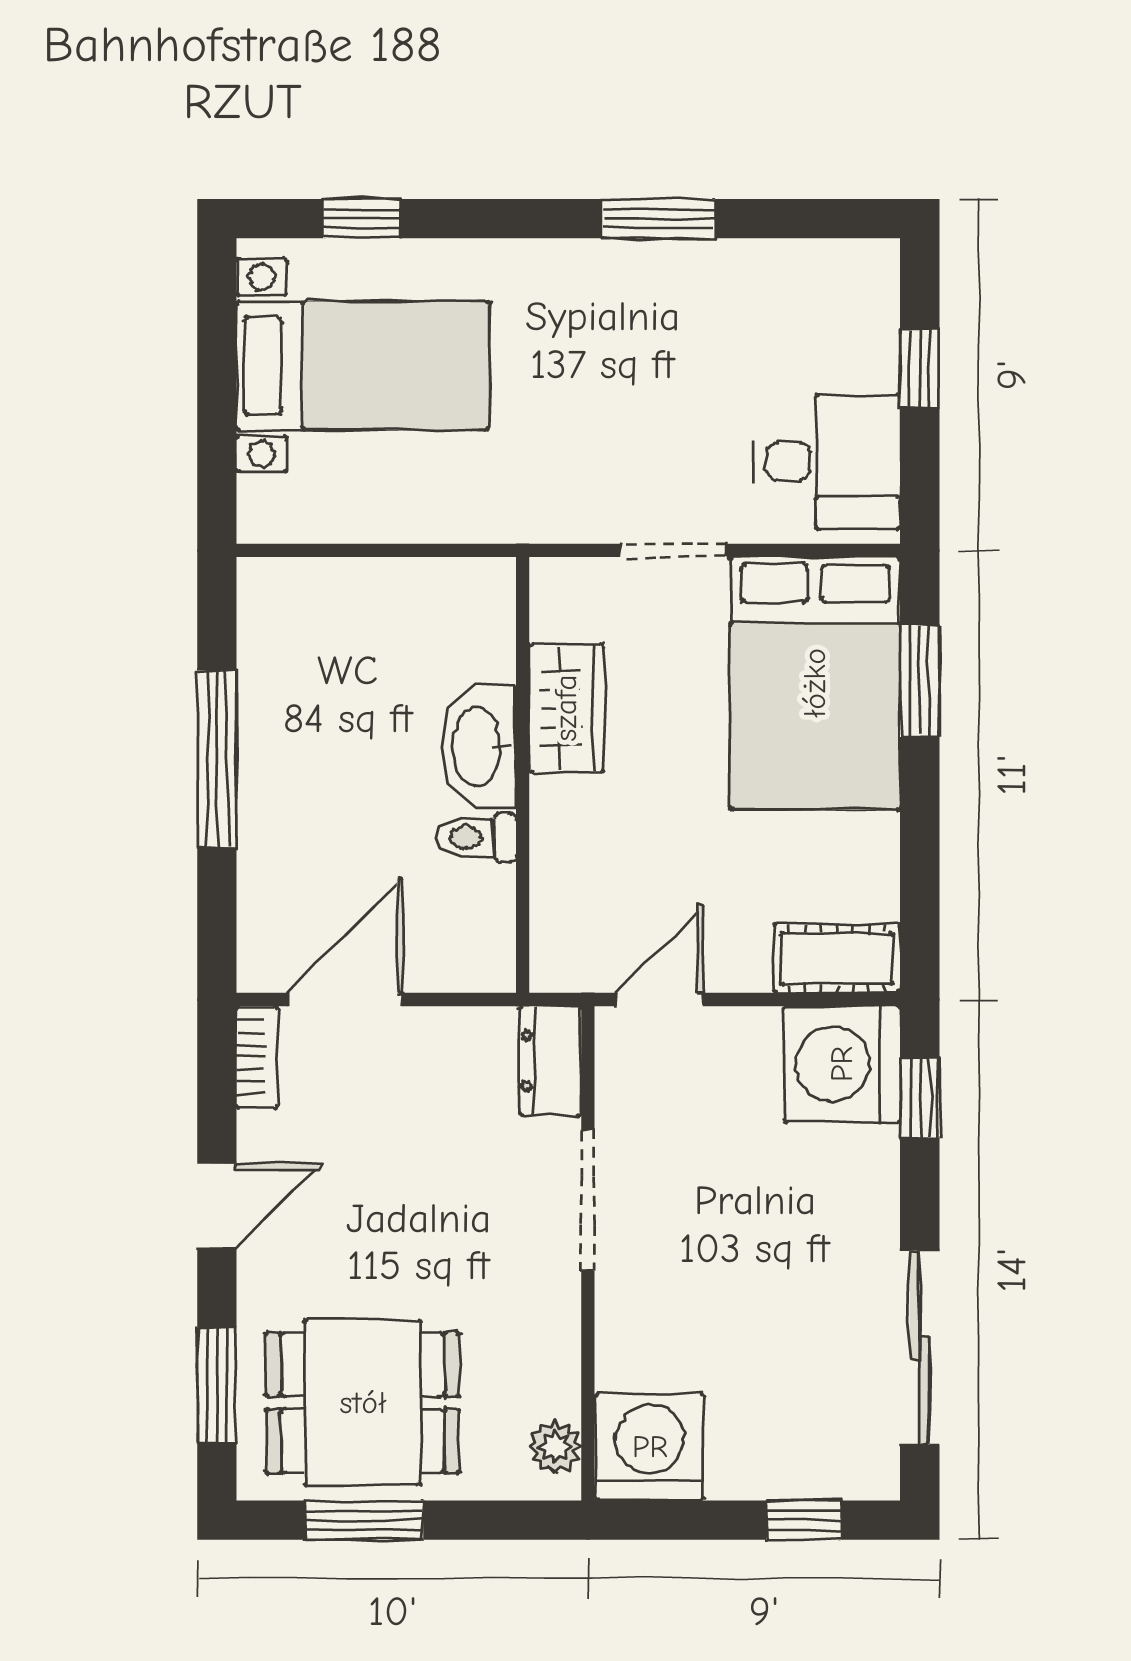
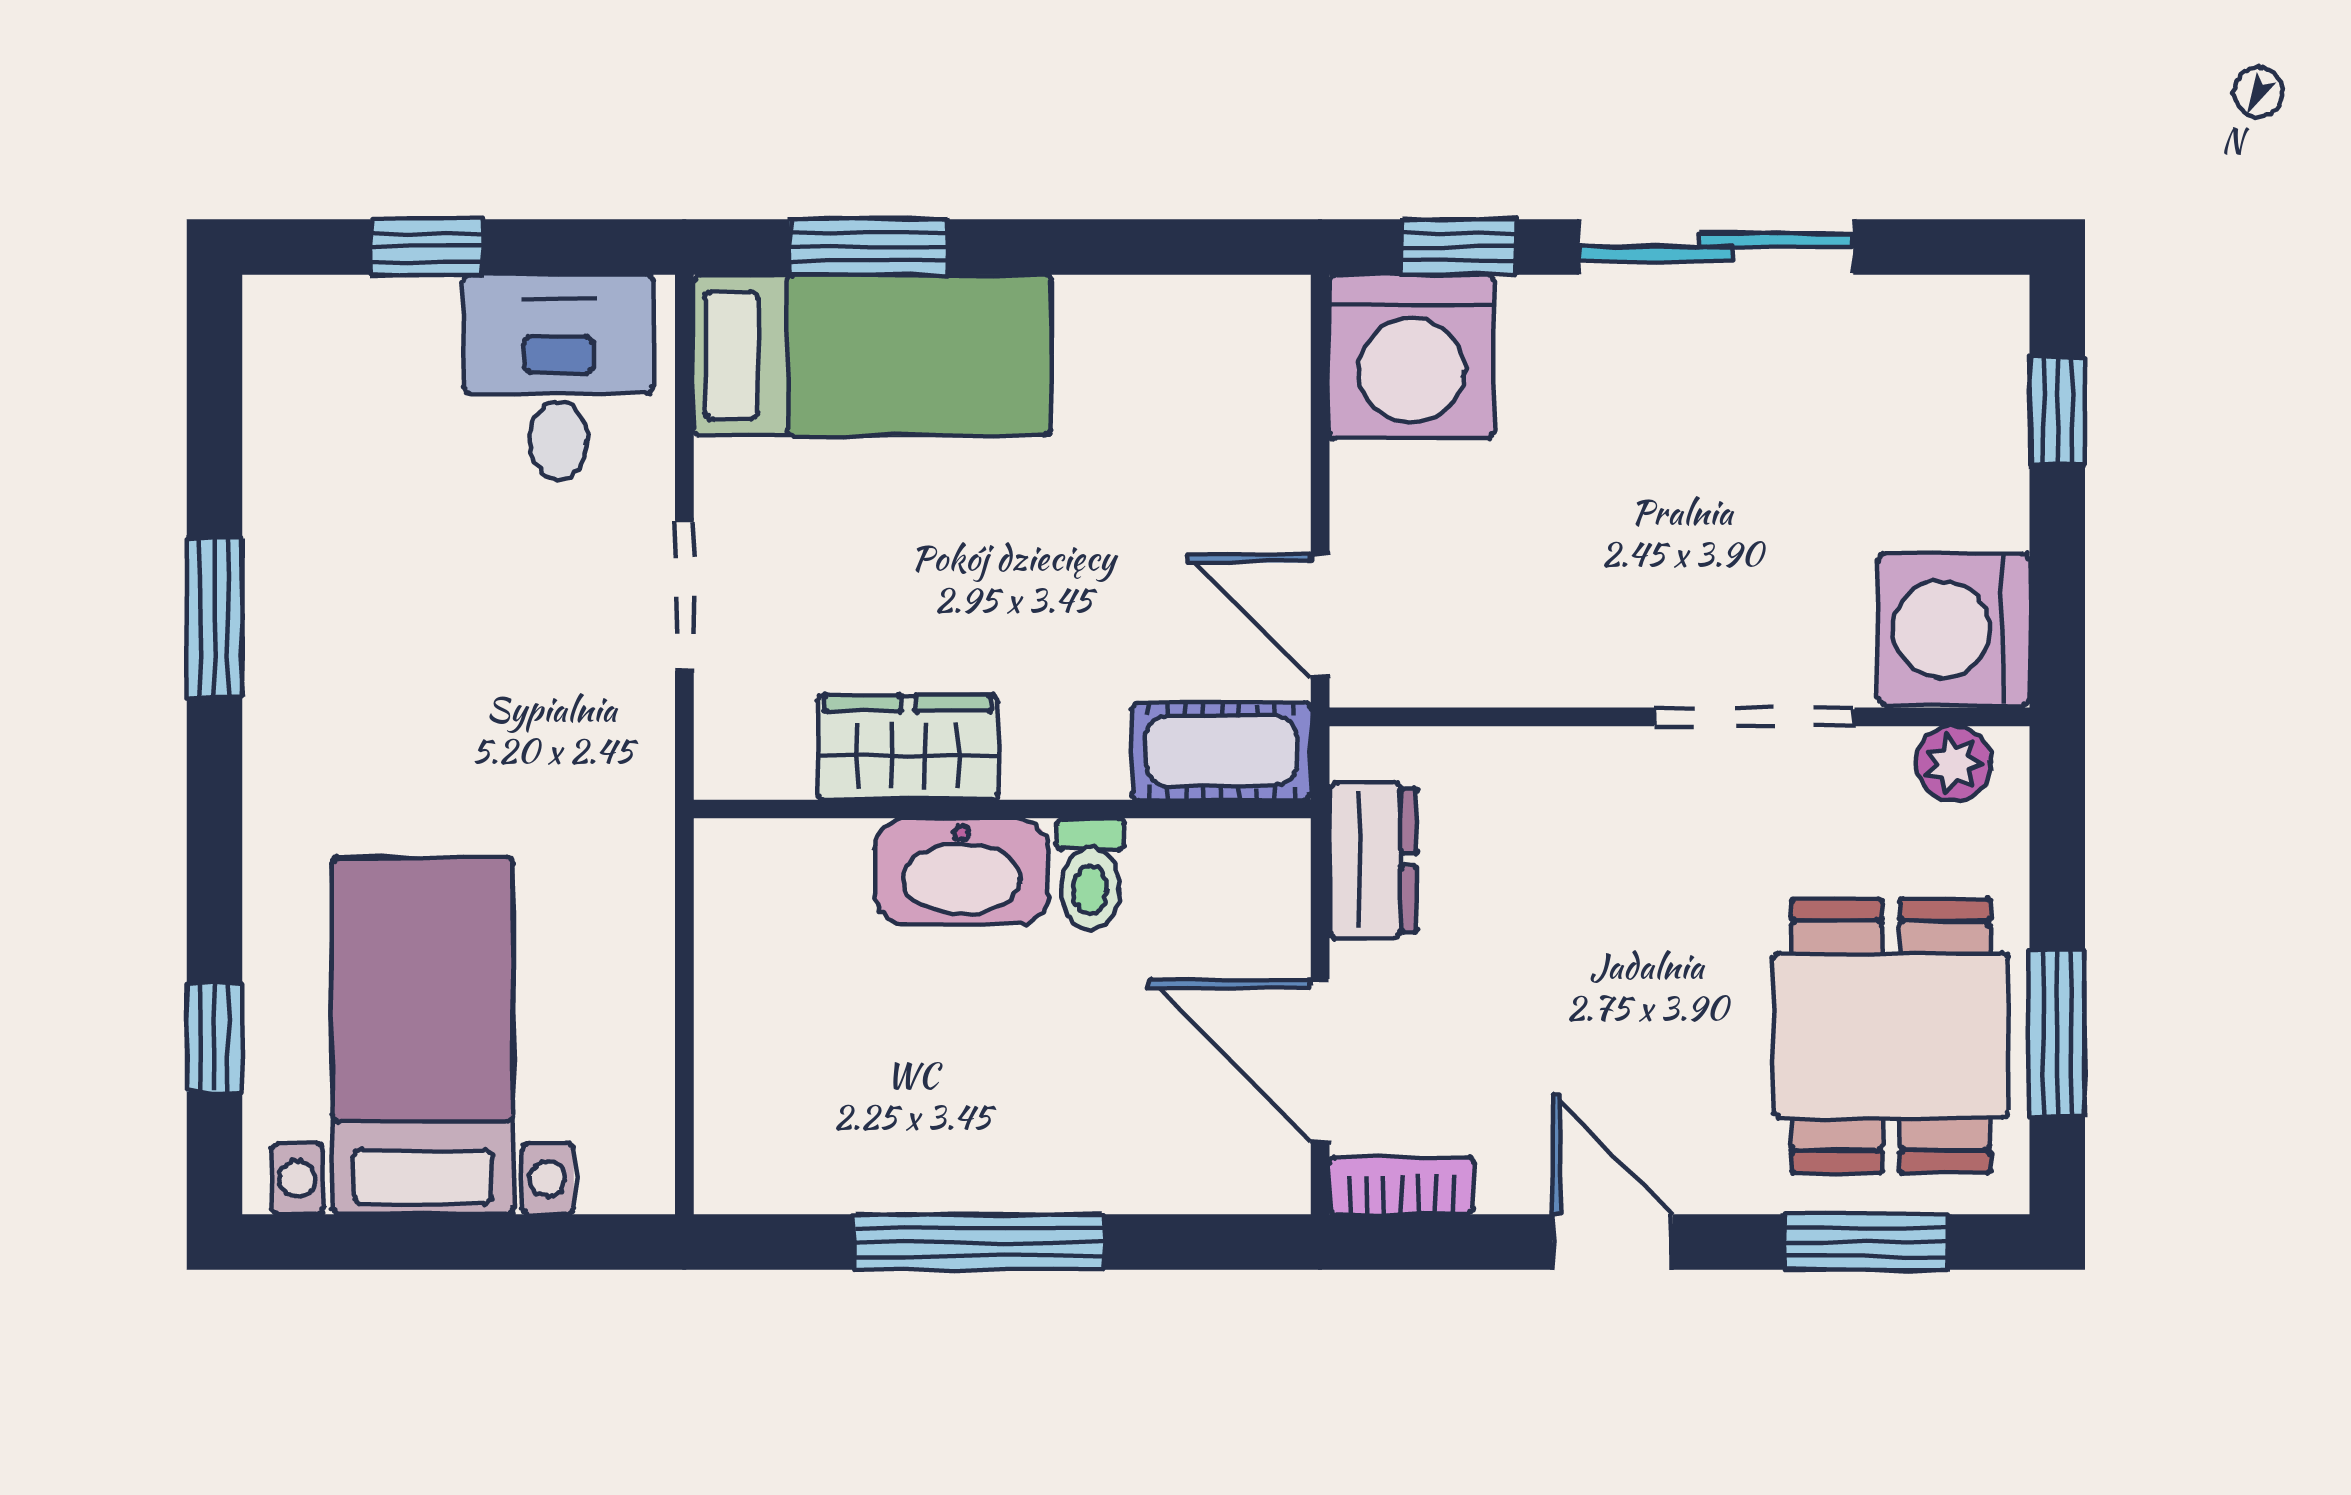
bed: (815, 683) -> (872, 355), width x0.67
cot: (837, 959) -> (1221, 751), moved, turned 90
dresser: (551, 1061) -> (1373, 860), moved, turned -90
doorway: (588, 1200) -> (1754, 717), moved
sliding door: (920, 1347) -> (1716, 247), moved

